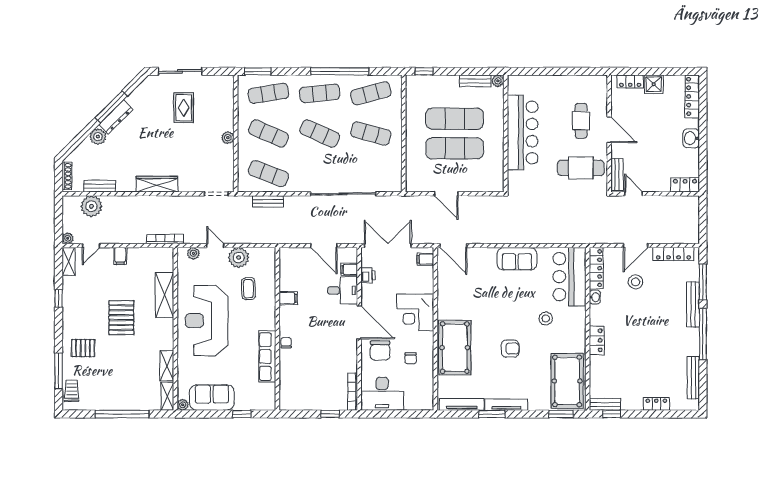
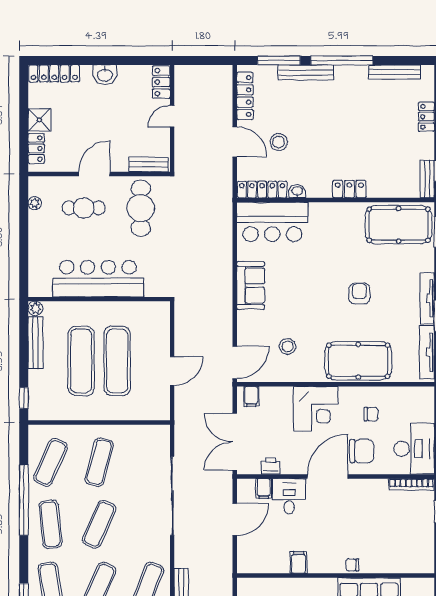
plant: (585, 80) -> (35, 203), added
bench: (475, 81) -> (35, 343), width x1.36
exercise mat: (371, 93) -> (51, 462), turned 39
door: (634, 194) -> (172, 116), moved
stool: (546, 318) -> (287, 346), moved

